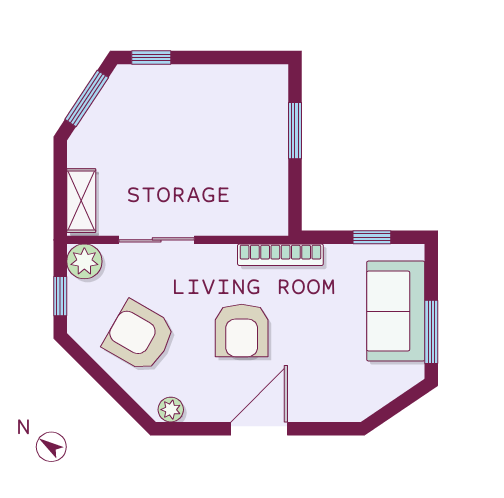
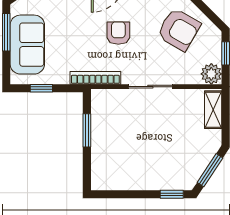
window: (295, 131) -> (87, 130), moved
sliding door: (157, 240) -> (150, 87), moved
armchair: (242, 331) -> (118, 33), width x0.72, depth x0.72

